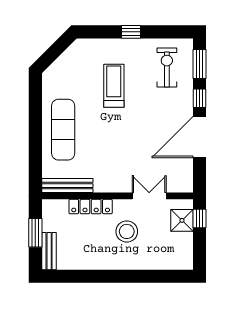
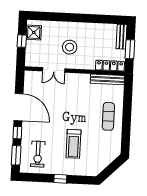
exercise mat: (63, 130) -> (108, 116), width x0.73, depth x0.69
door: (199, 137) -> (19, 107), hinge flipped
locker: (91, 207) -> (110, 66), moved
window: (199, 218) -> (22, 41), moved
shower: (182, 220) -> (34, 33), moved

